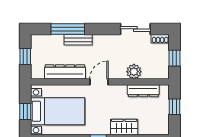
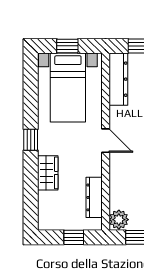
dresser: (65, 72) -> (118, 79), moved
plant: (134, 72) -> (119, 220), moved

